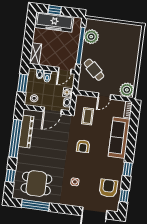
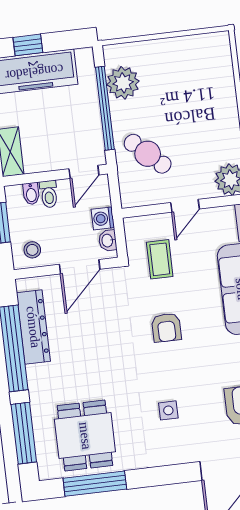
window: (10, 176) -> (24, 433), width x2.17
dining table: (36, 184) -> (85, 436), turned 90

